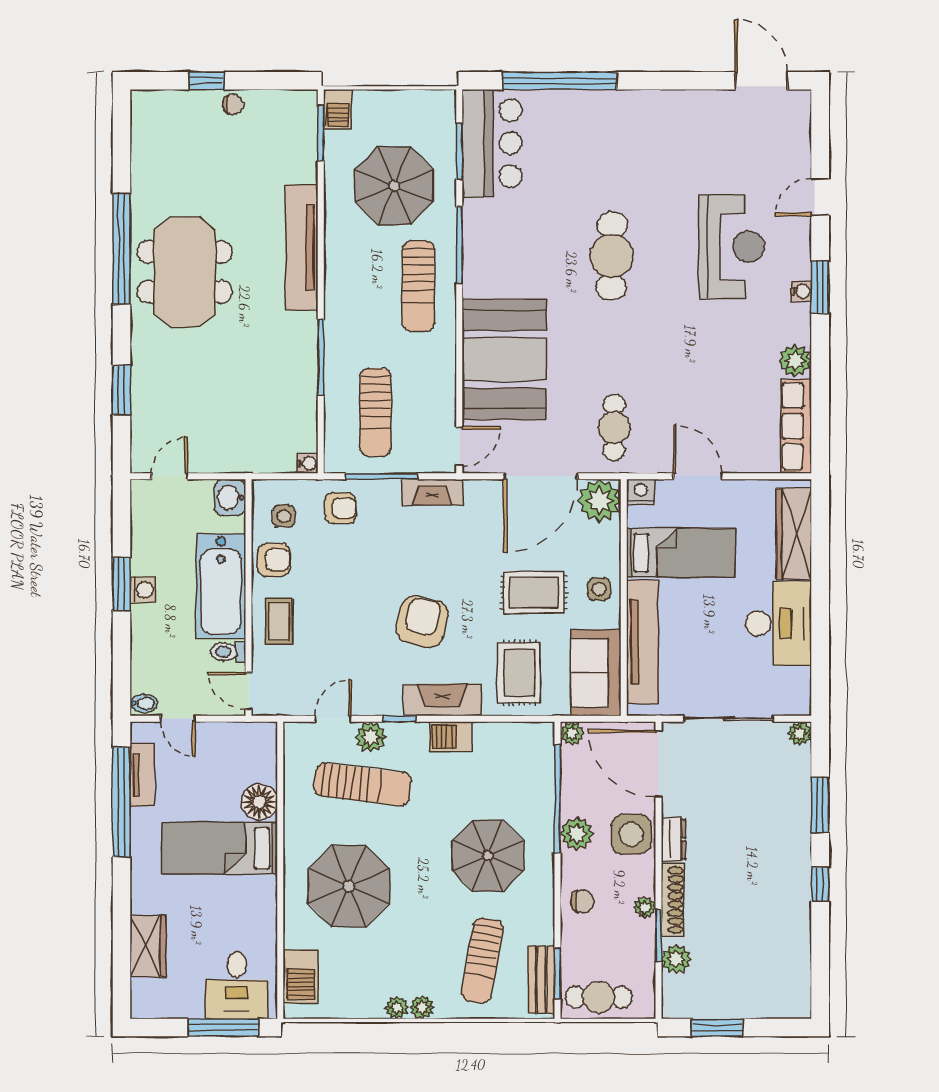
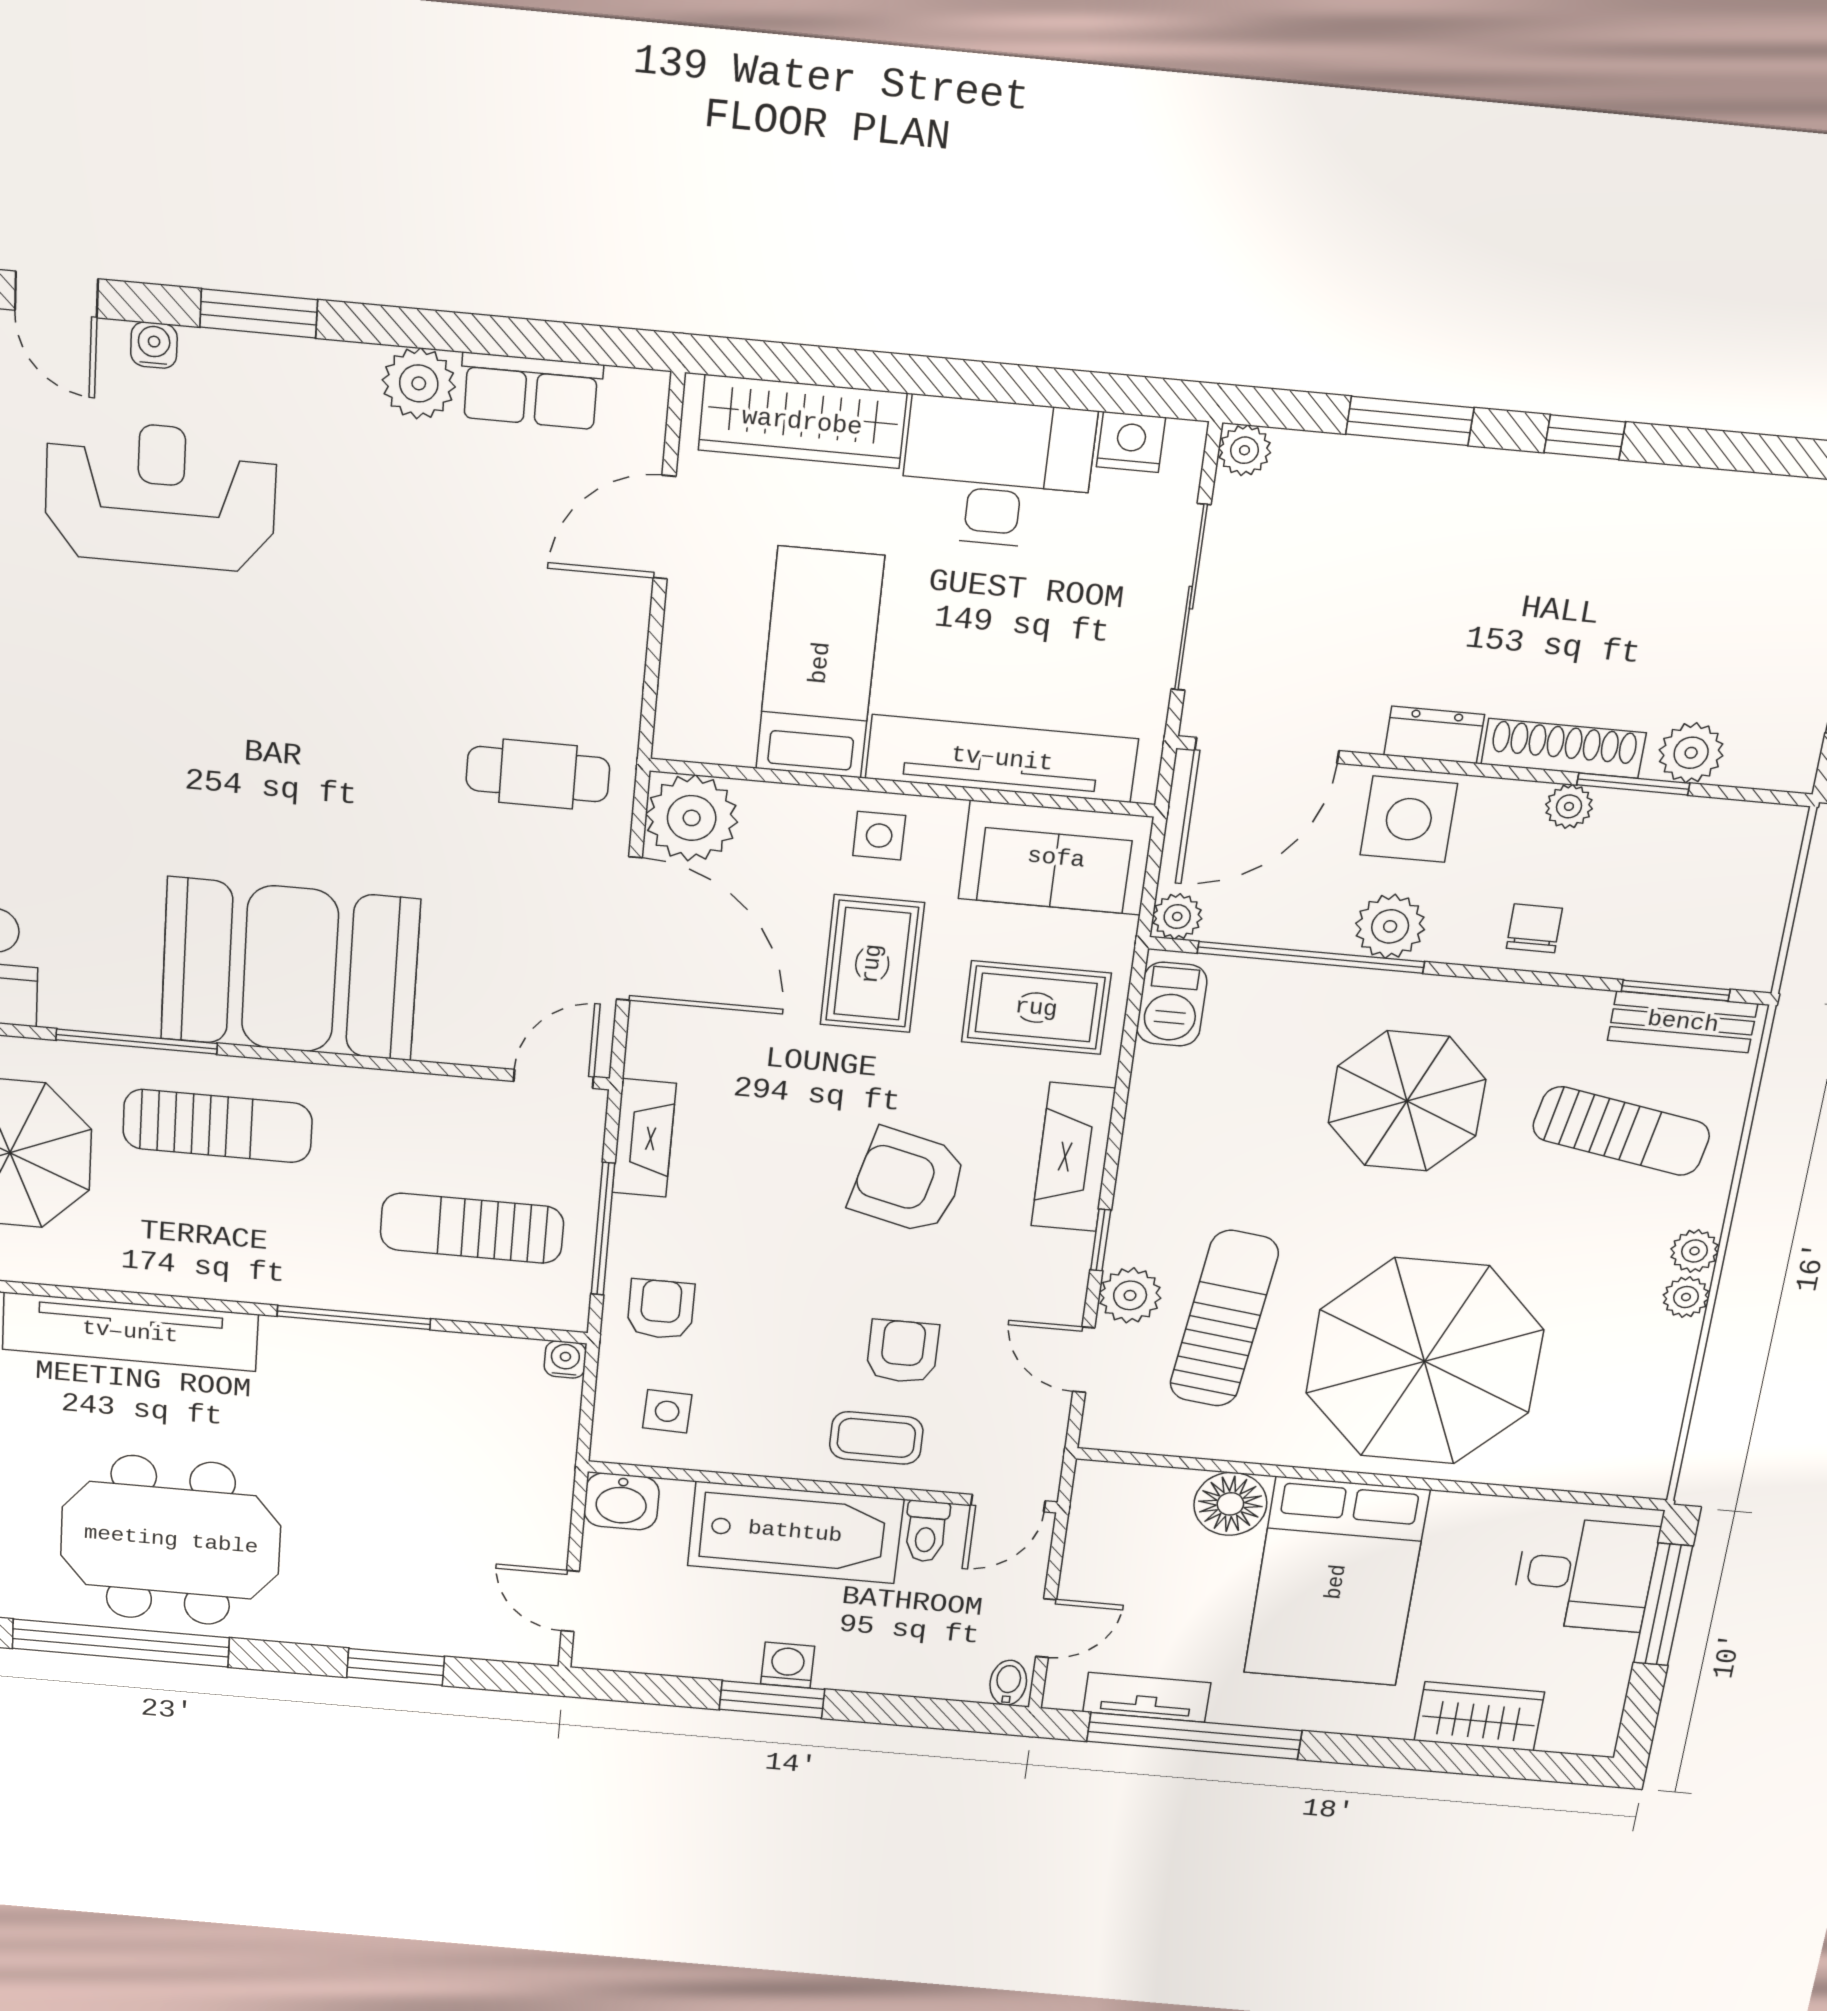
cafe table: (612, 256) -> (171, 746), removed
water cooler: (801, 291) -> (154, 345), moved
booth: (504, 359) -> (290, 969), moved
sun lounger: (376, 412) -> (472, 1228), turned 180
row of seats: (796, 426) -> (531, 391), width x0.68
door: (459, 446) -> (554, 1079), hinge flipped
door: (698, 476) -> (665, 527), moved
nightstand: (641, 492) -> (1131, 442), moved, turned 90
armchair: (274, 560) -> (903, 1352), moved
barbecue: (450, 737) -> (1172, 1004), moved
bed: (220, 848) -> (1336, 1582), width x1.50
parasol: (349, 886) -> (1425, 1361), width x1.36, depth x1.36
barbecue: (301, 976) -> (1589, 1462), removed
cafe table: (599, 997) -> (1741, 915), removed

